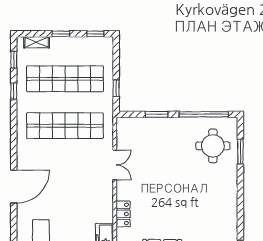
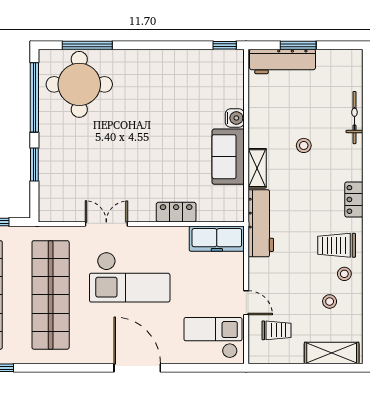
round table: (213, 146) -> (79, 84), width x1.36, depth x1.36
window: (240, 151) -> (87, 45), width x1.44
checkout: (77, 181) -> (130, 277), added

